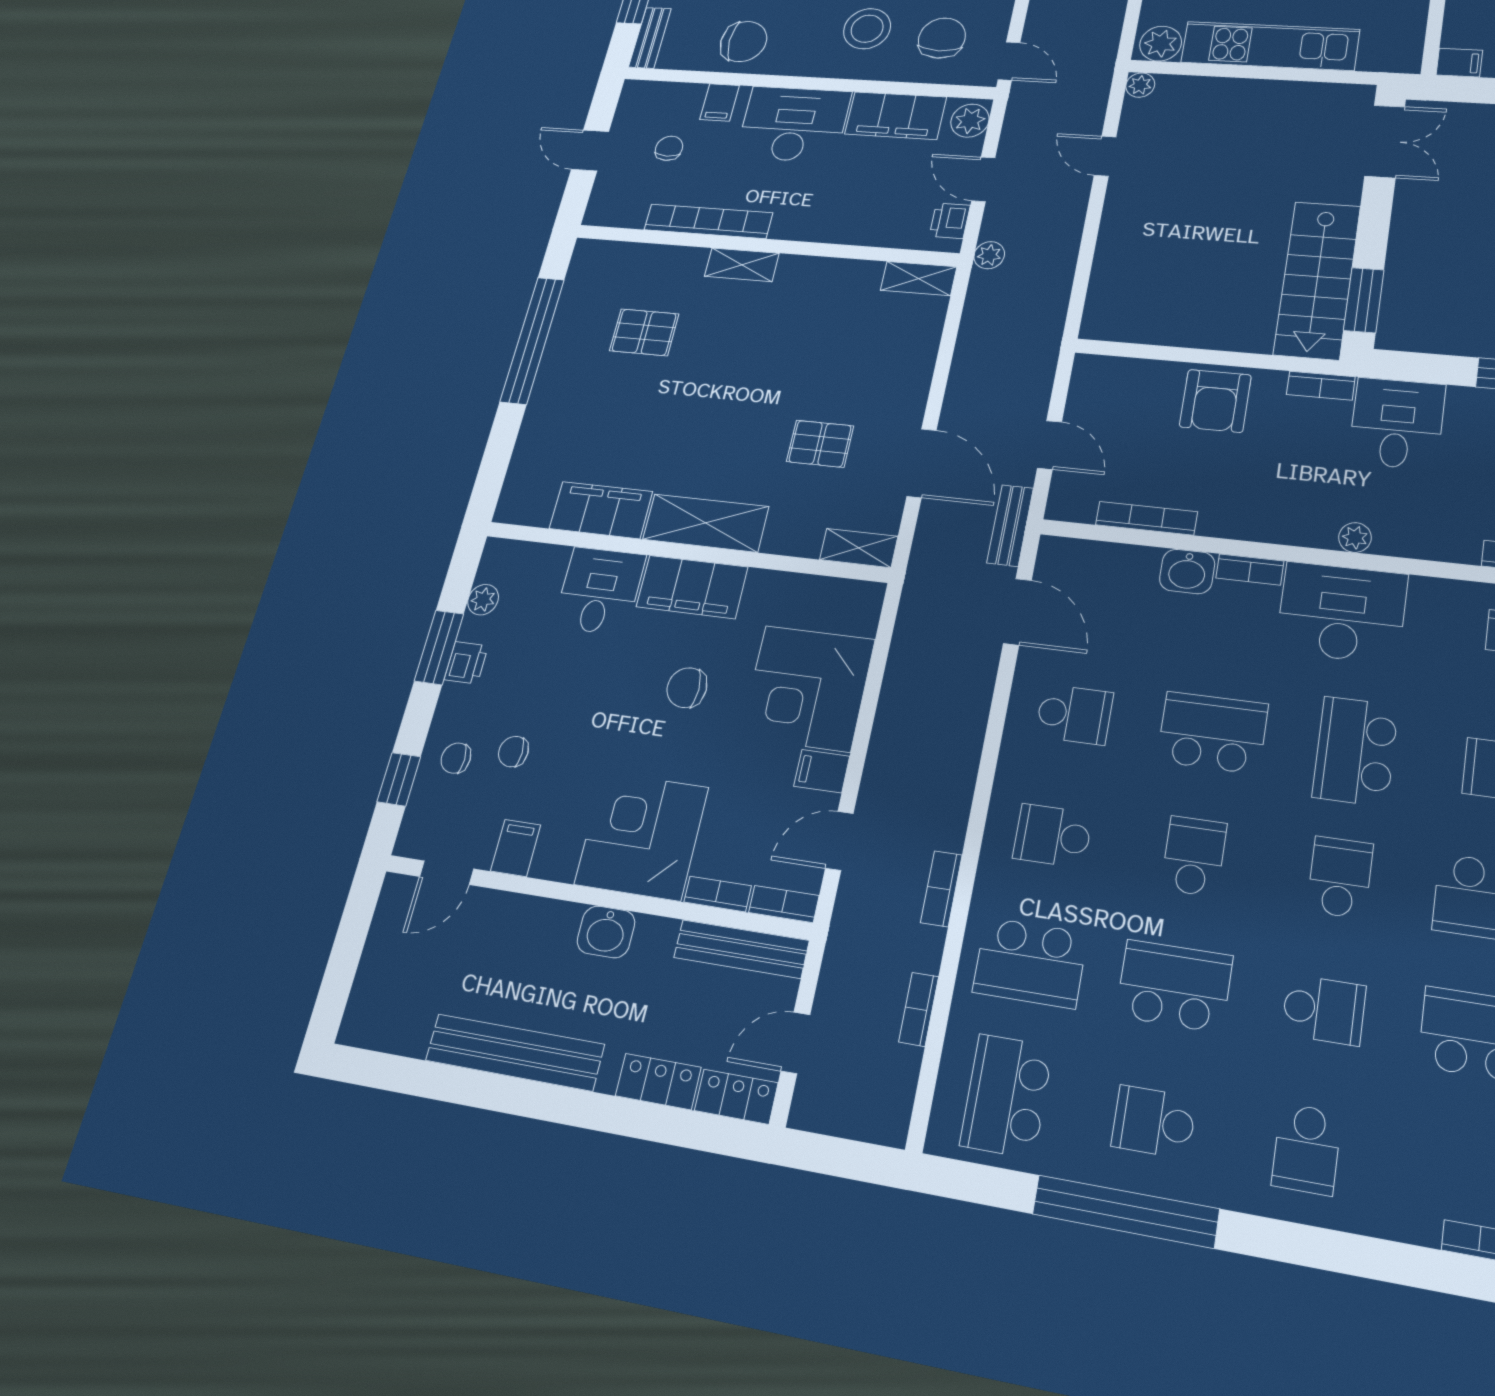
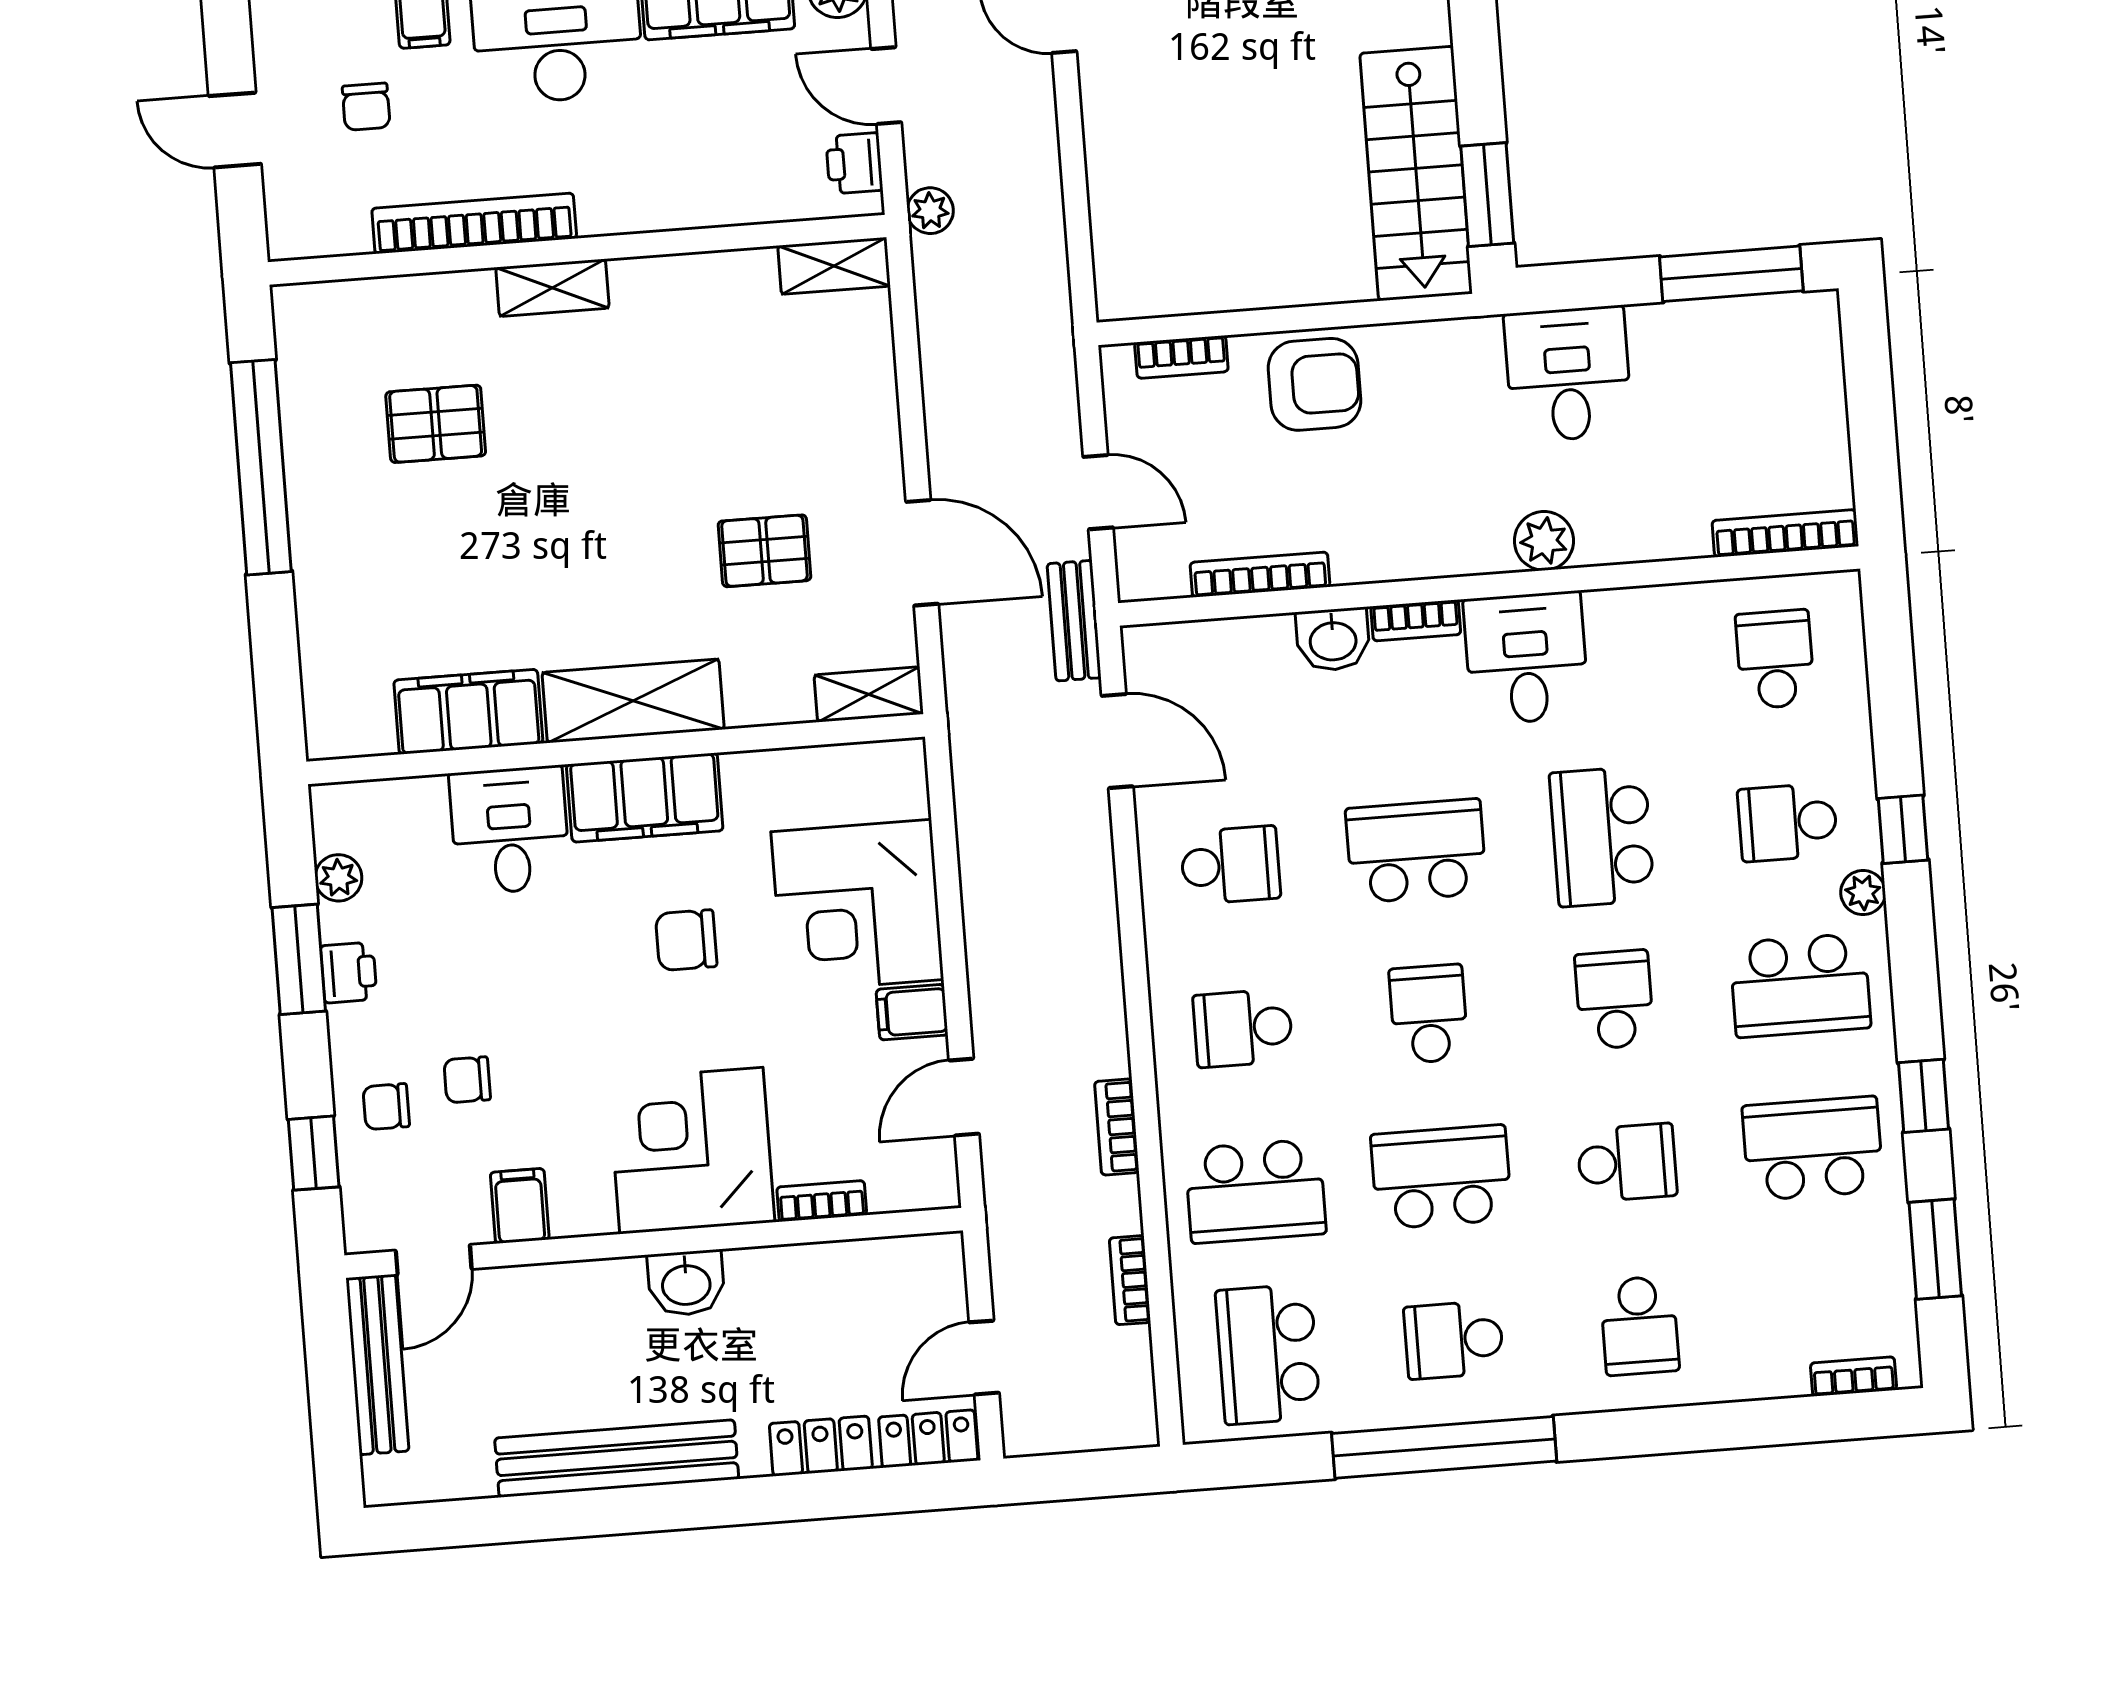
chair: (669, 148) -> (366, 107), turned 180
bookcase: (1321, 386) -> (1181, 357), moved
armchair: (1215, 401) -> (1315, 384), turned -90
plant: (1355, 538) -> (1544, 541), width x1.38, depth x1.38
desk: (1342, 613) -> (1526, 658), width x0.73
bookcase: (784, 904) -> (915, 1193), removed
bench: (741, 949) -> (377, 1364), moved, turned 90

